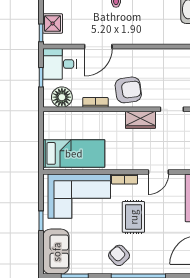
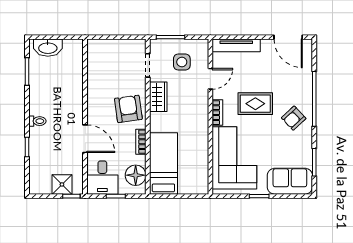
side table: (175, 143) -> (182, 62), added
bed: (74, 153) -> (163, 163), moved
door: (158, 172) -> (210, 79), hinge flipped

